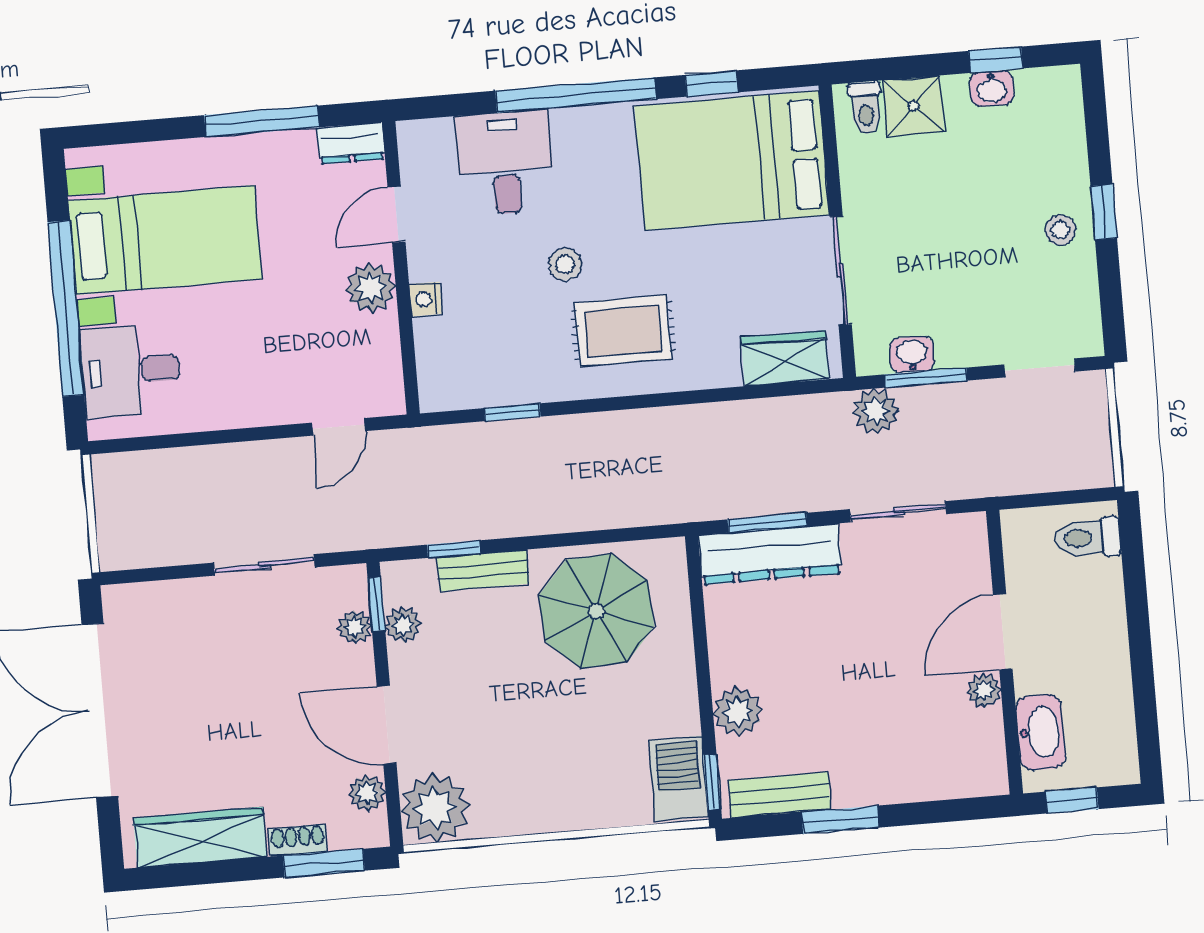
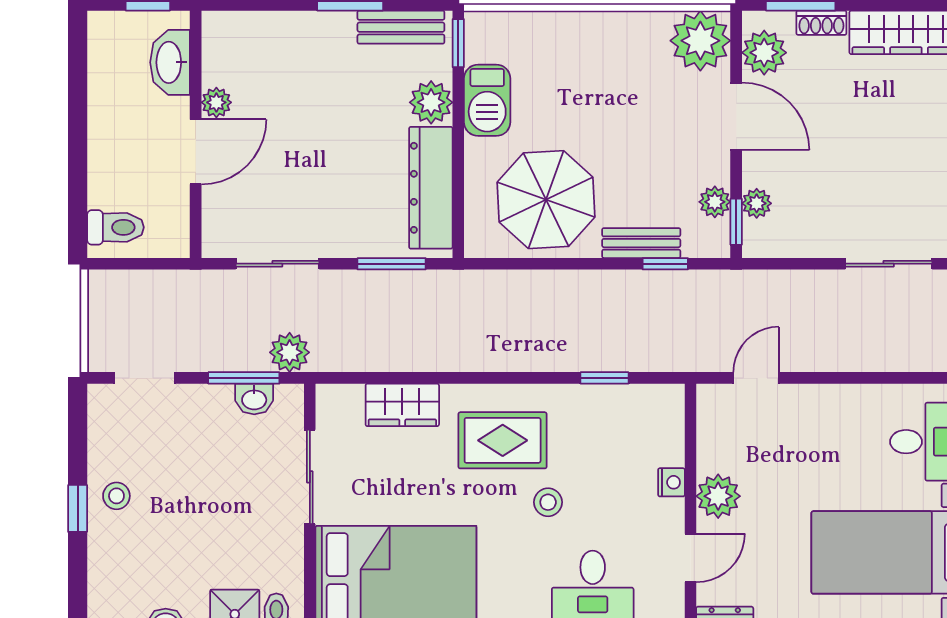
wardrobe: (785, 358) -> (402, 405), moved
dresser: (770, 554) -> (431, 188), moved, turned -90
sliding door: (264, 565) -> (889, 264), moved
barbecue: (678, 778) -> (487, 100), moved
plant: (367, 793) -> (764, 53), width x1.38, depth x1.38

